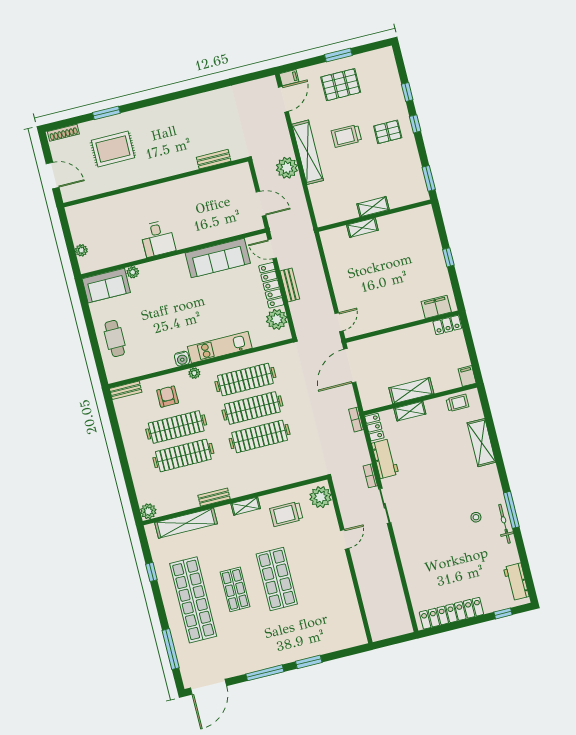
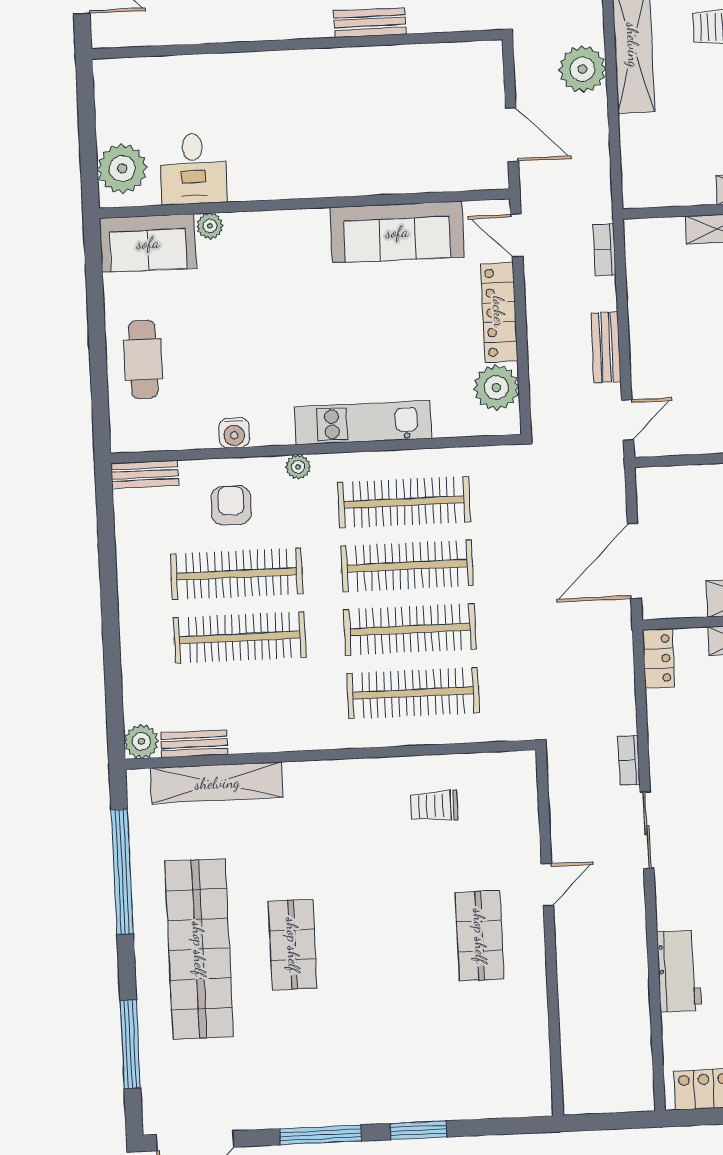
bench: (214, 159) -> (370, 23), moved
desk: (158, 238) -> (193, 169), moved
plant: (81, 250) -> (122, 169), width x1.87, depth x1.87
bench: (290, 285) -> (606, 347), moved
water cooler: (182, 359) -> (234, 433), moved
door: (350, 366) -> (634, 561), moved
bookcase: (356, 419) -> (604, 250), moved
workbench: (385, 459) -> (679, 971), moved
clothes rail: (267, 465) -> (413, 693), added
bench: (214, 497) -> (194, 744), moved
plant: (320, 497) -> (514, 784), removed
shelving: (246, 506) -> (351, 772), removed
trolley: (286, 514) -> (434, 806), width x0.73, depth x0.72
window: (151, 572) -> (122, 872), width x3.17
shop shelf: (277, 579) -> (480, 936), moved, width x0.70, depth x0.74

